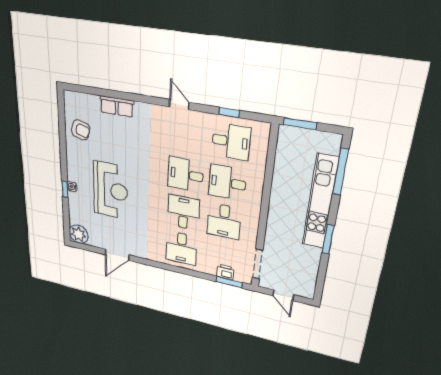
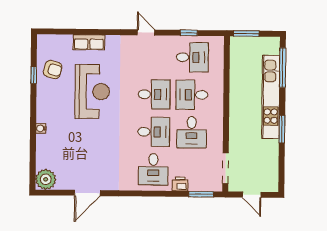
desk: (185, 175) -> (154, 94), turned 180
window: (65, 189) -> (34, 75), moved
reception desk: (110, 190) -> (92, 92), moved
desk: (183, 213) -> (154, 132), turned 90
printer: (225, 272) -> (180, 184), moved

